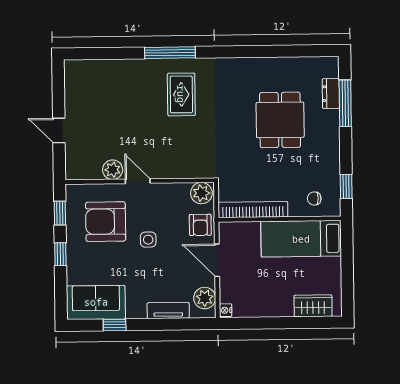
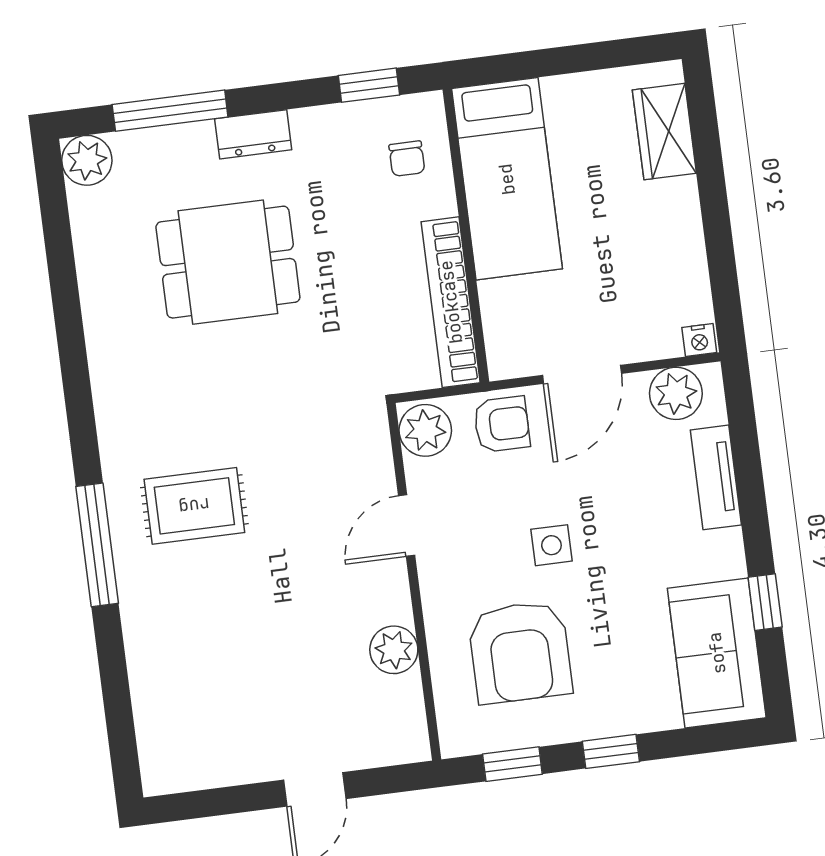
plant: (329, 67) -> (87, 160), added
dresser: (331, 94) -> (253, 134), moved
door: (138, 181) -> (407, 526), moved

